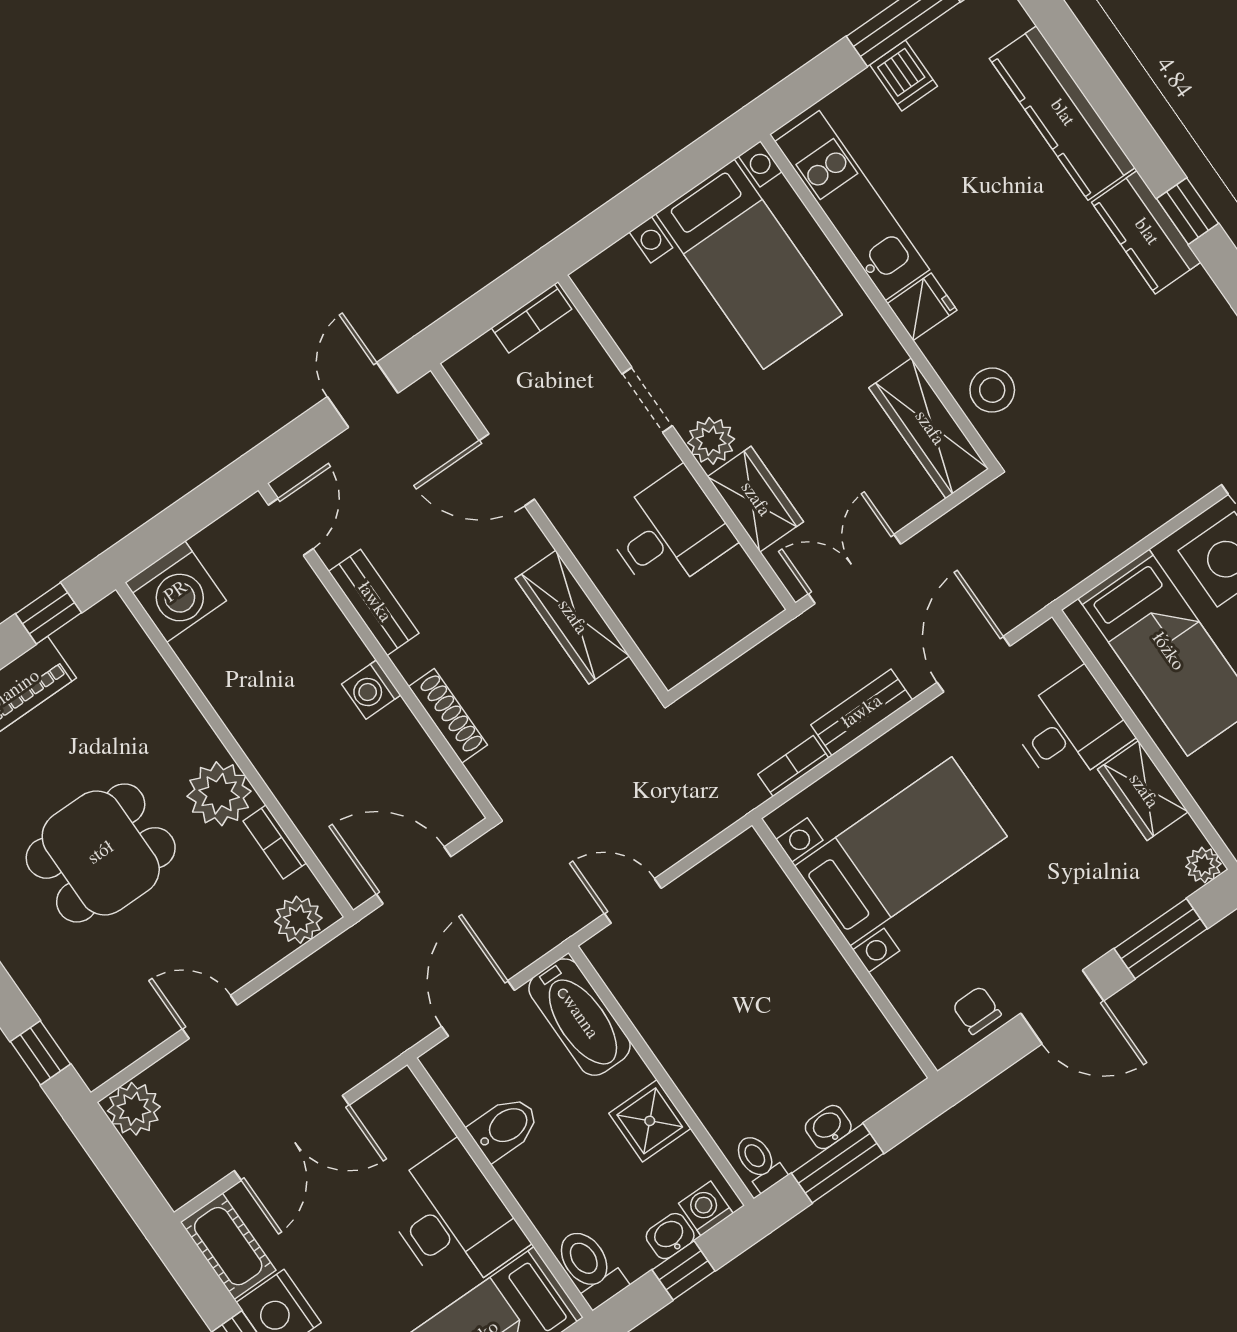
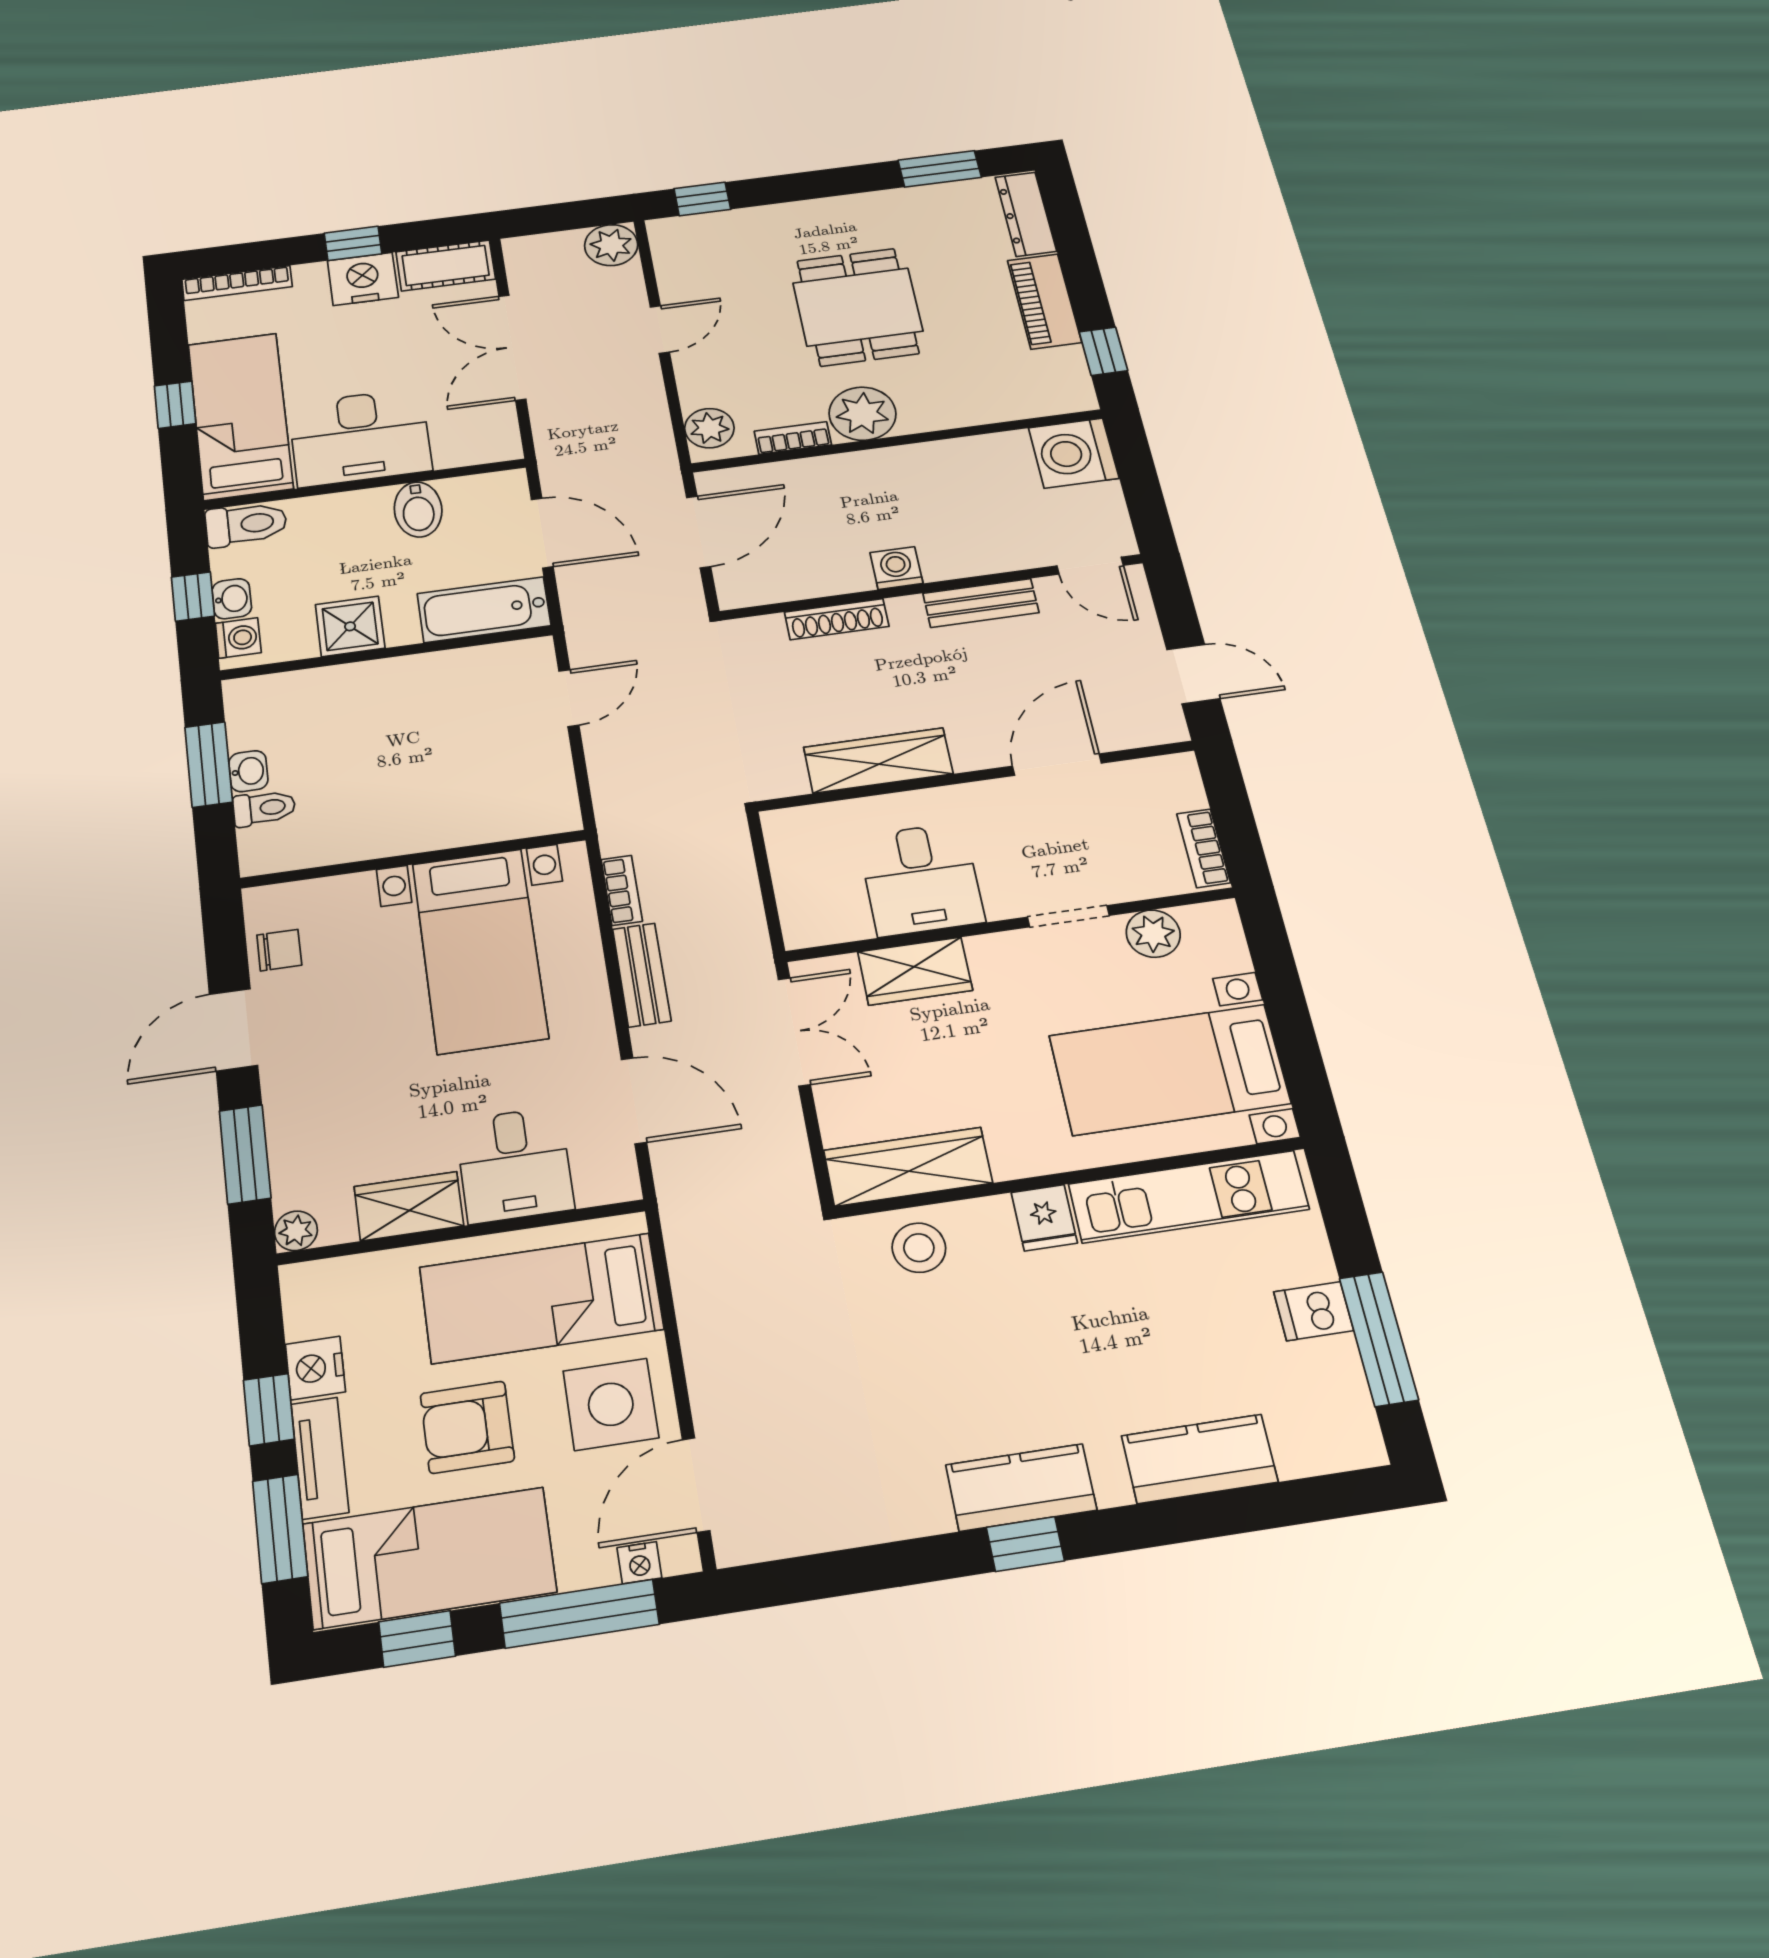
kitchen counter: (1062, 113) -> (1199, 1459), width x0.67
plant: (711, 441) -> (1153, 934), moved
toilet: (759, 1162) -> (264, 808), moved

